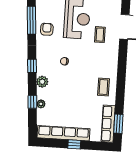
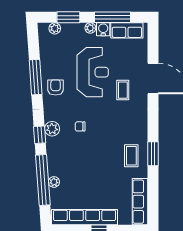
plant: (42, 82) -> (52, 129), moved
window: (32, 102) -> (43, 180), width x3.17
window: (118, 124) -> (153, 154), moved

